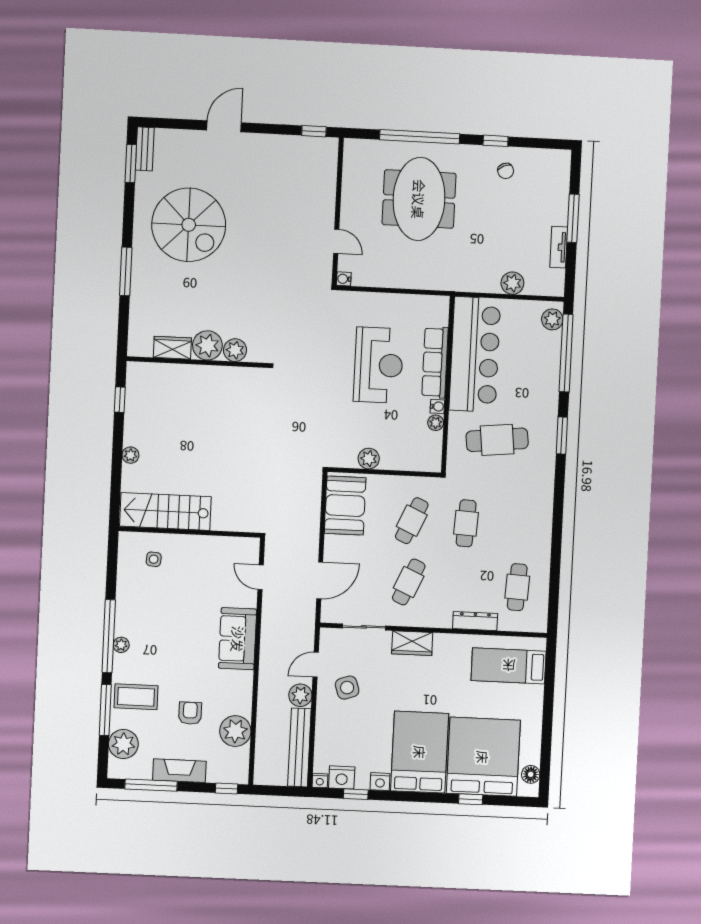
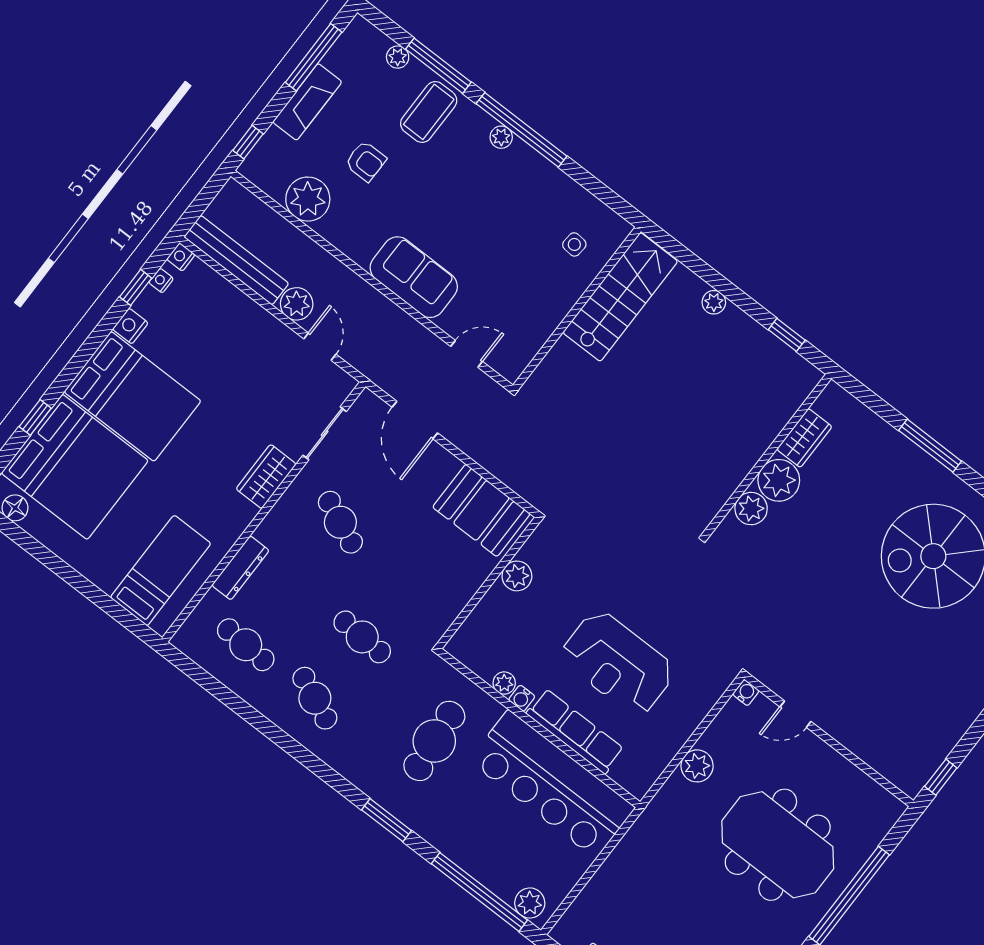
plant: (512, 283) -> (697, 766), moved
cafe table: (412, 521) -> (315, 698), moved
side table: (347, 688) -> (267, 364), removed
plant: (123, 744) -> (398, 57), width x0.53, depth x0.53
nightstand: (342, 777) -> (161, 281), width x0.53, depth x0.56

